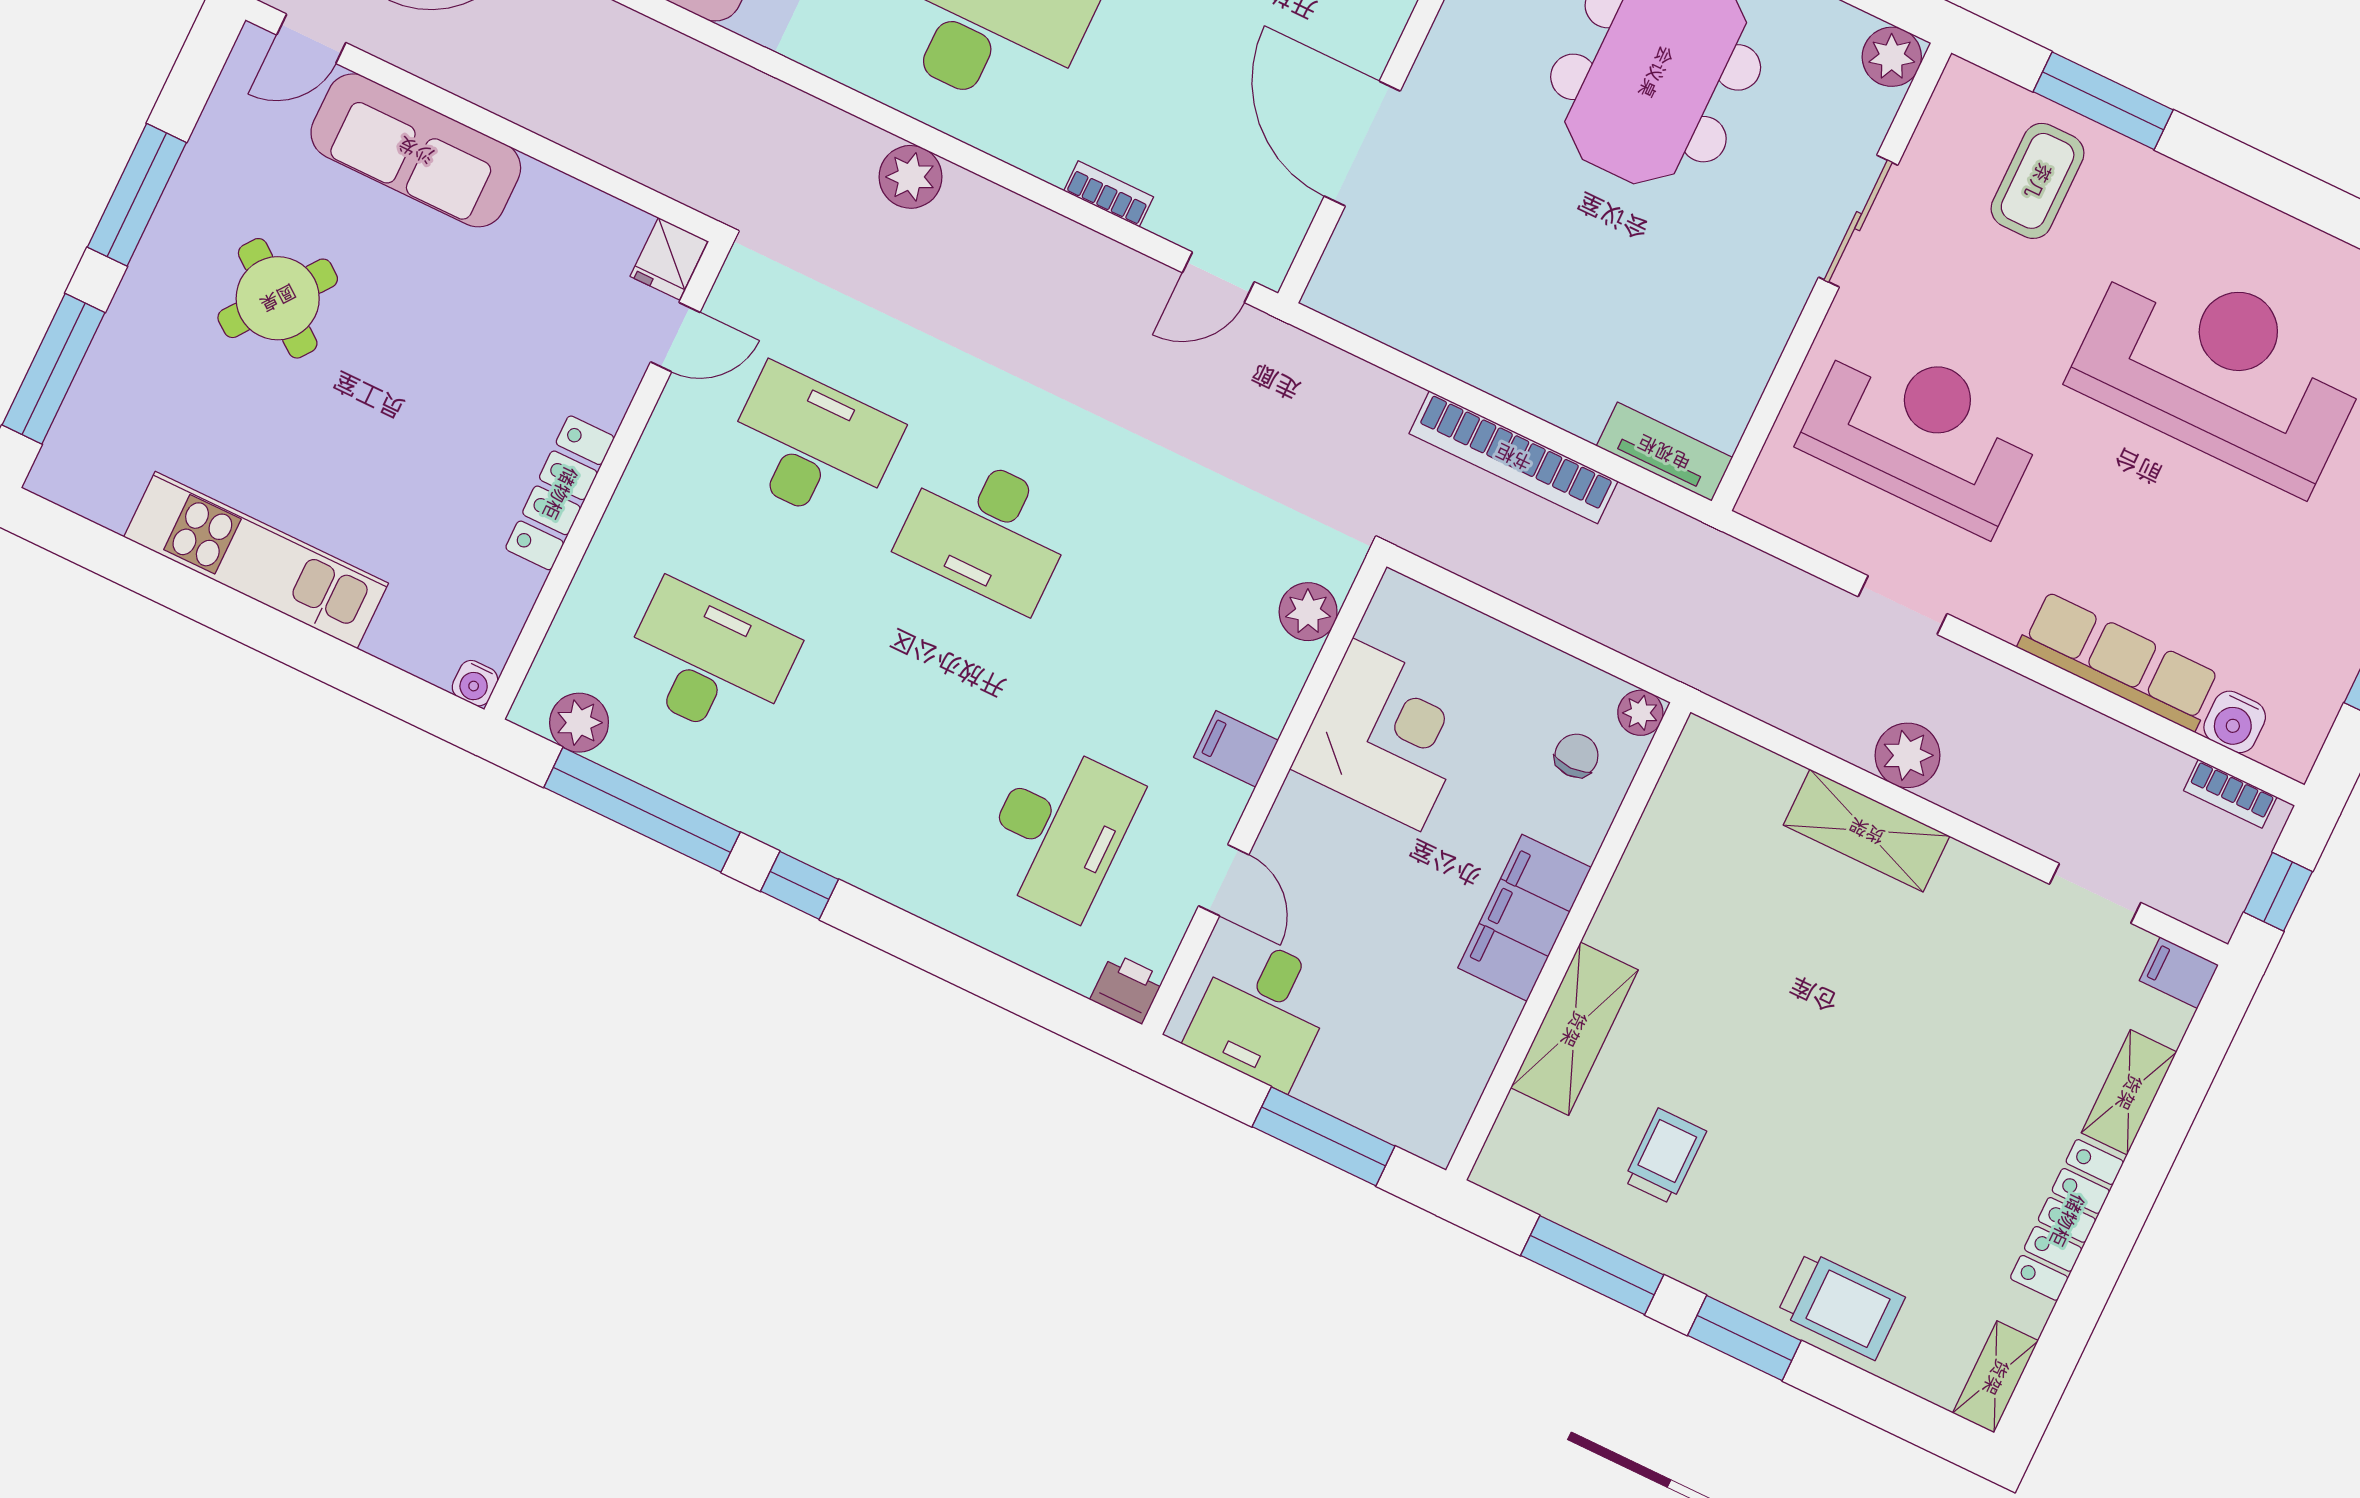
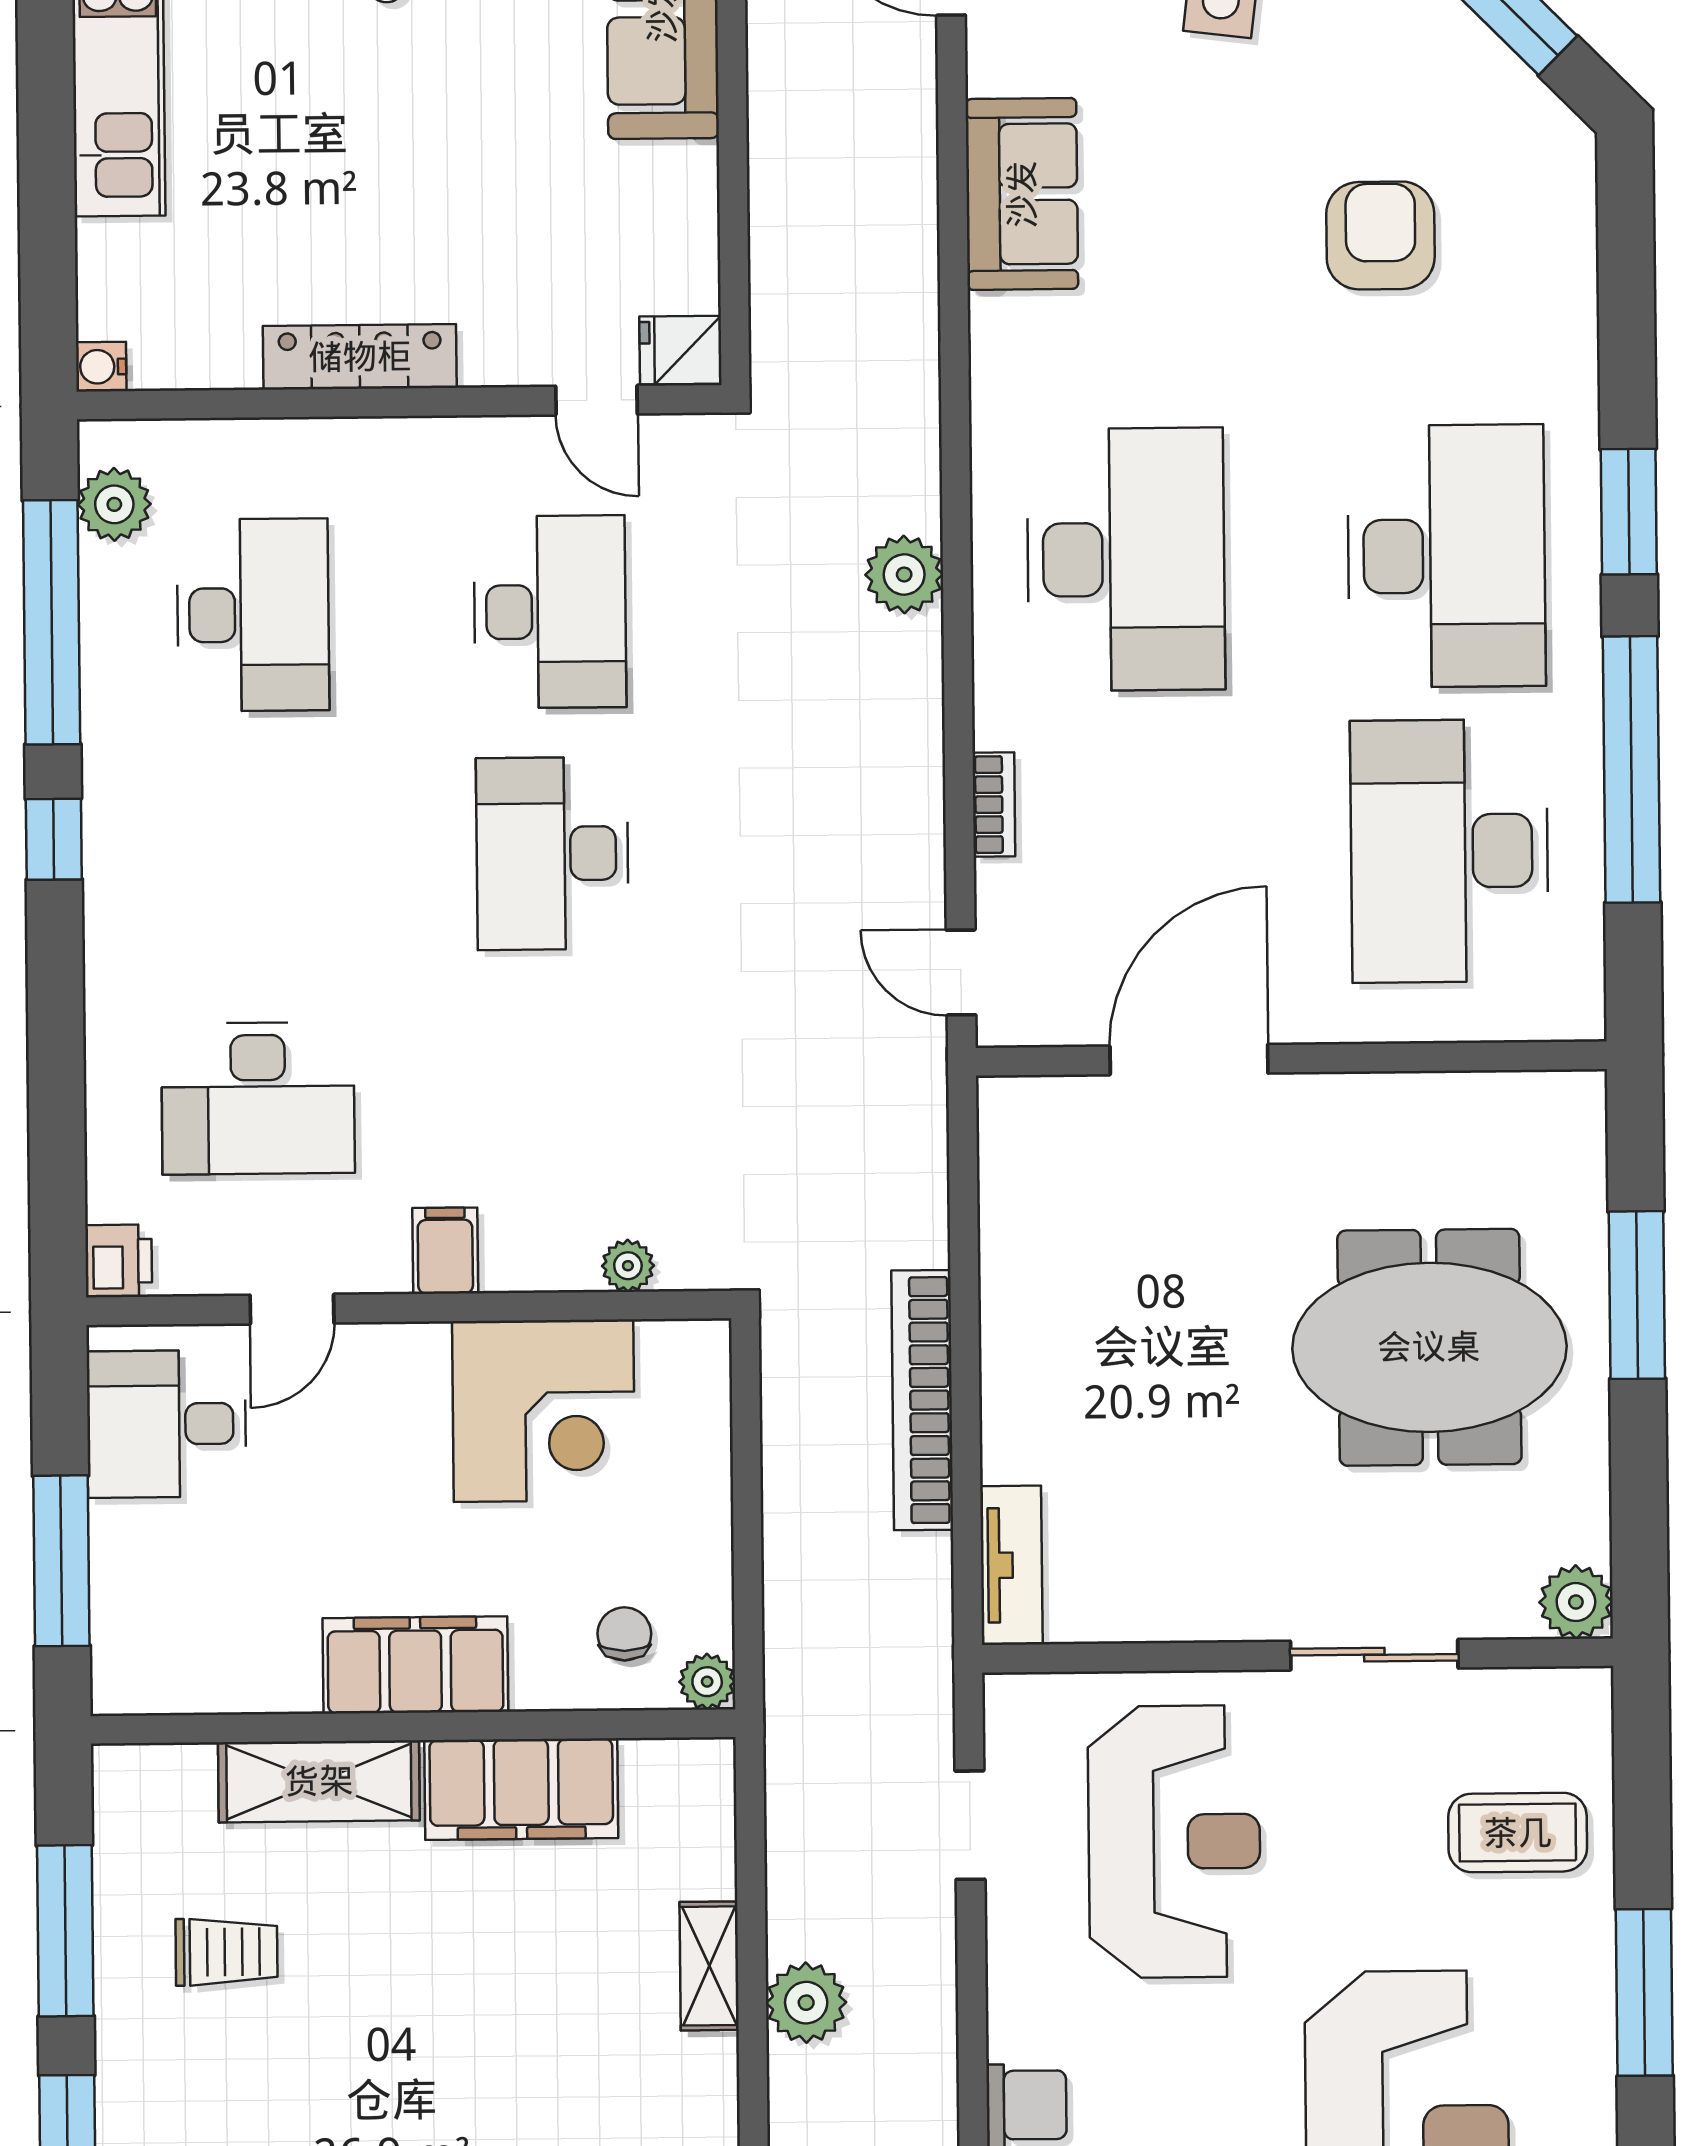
window: (2103, 101) -> (1644, 1992), moved
doorway: (1903, 605) -> (970, 1825), moved
plant: (1308, 612) -> (628, 1266), width x0.73, depth x0.73
chair: (1576, 756) -> (624, 1634), turned -90
shelving: (1867, 831) -> (709, 1966), width x0.67, depth x0.75
filing cabinet: (1652, 885) -> (521, 1789), added

